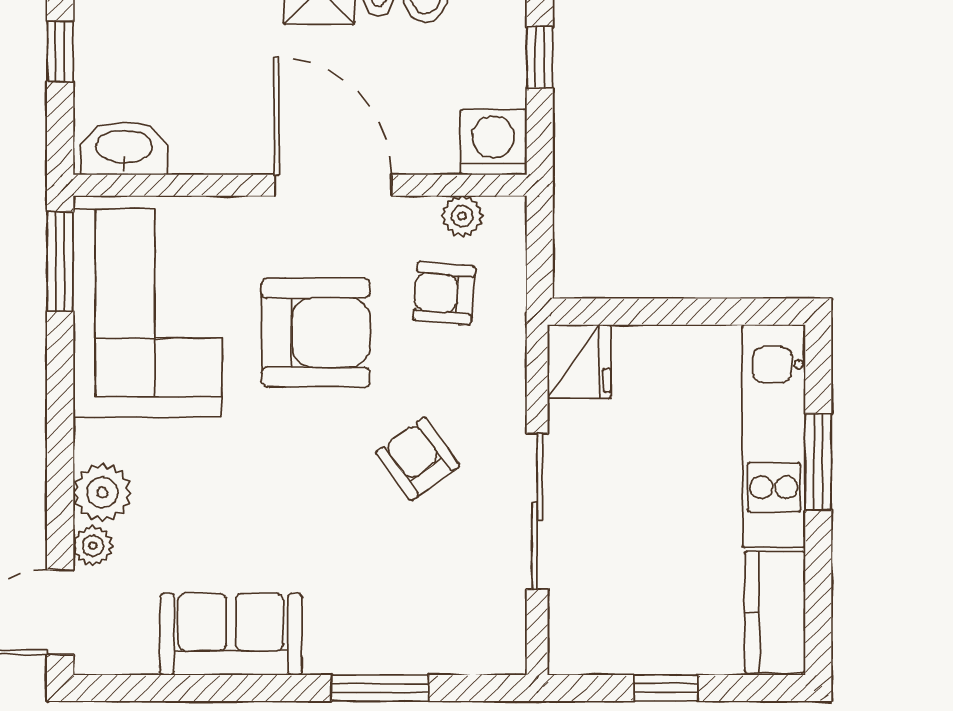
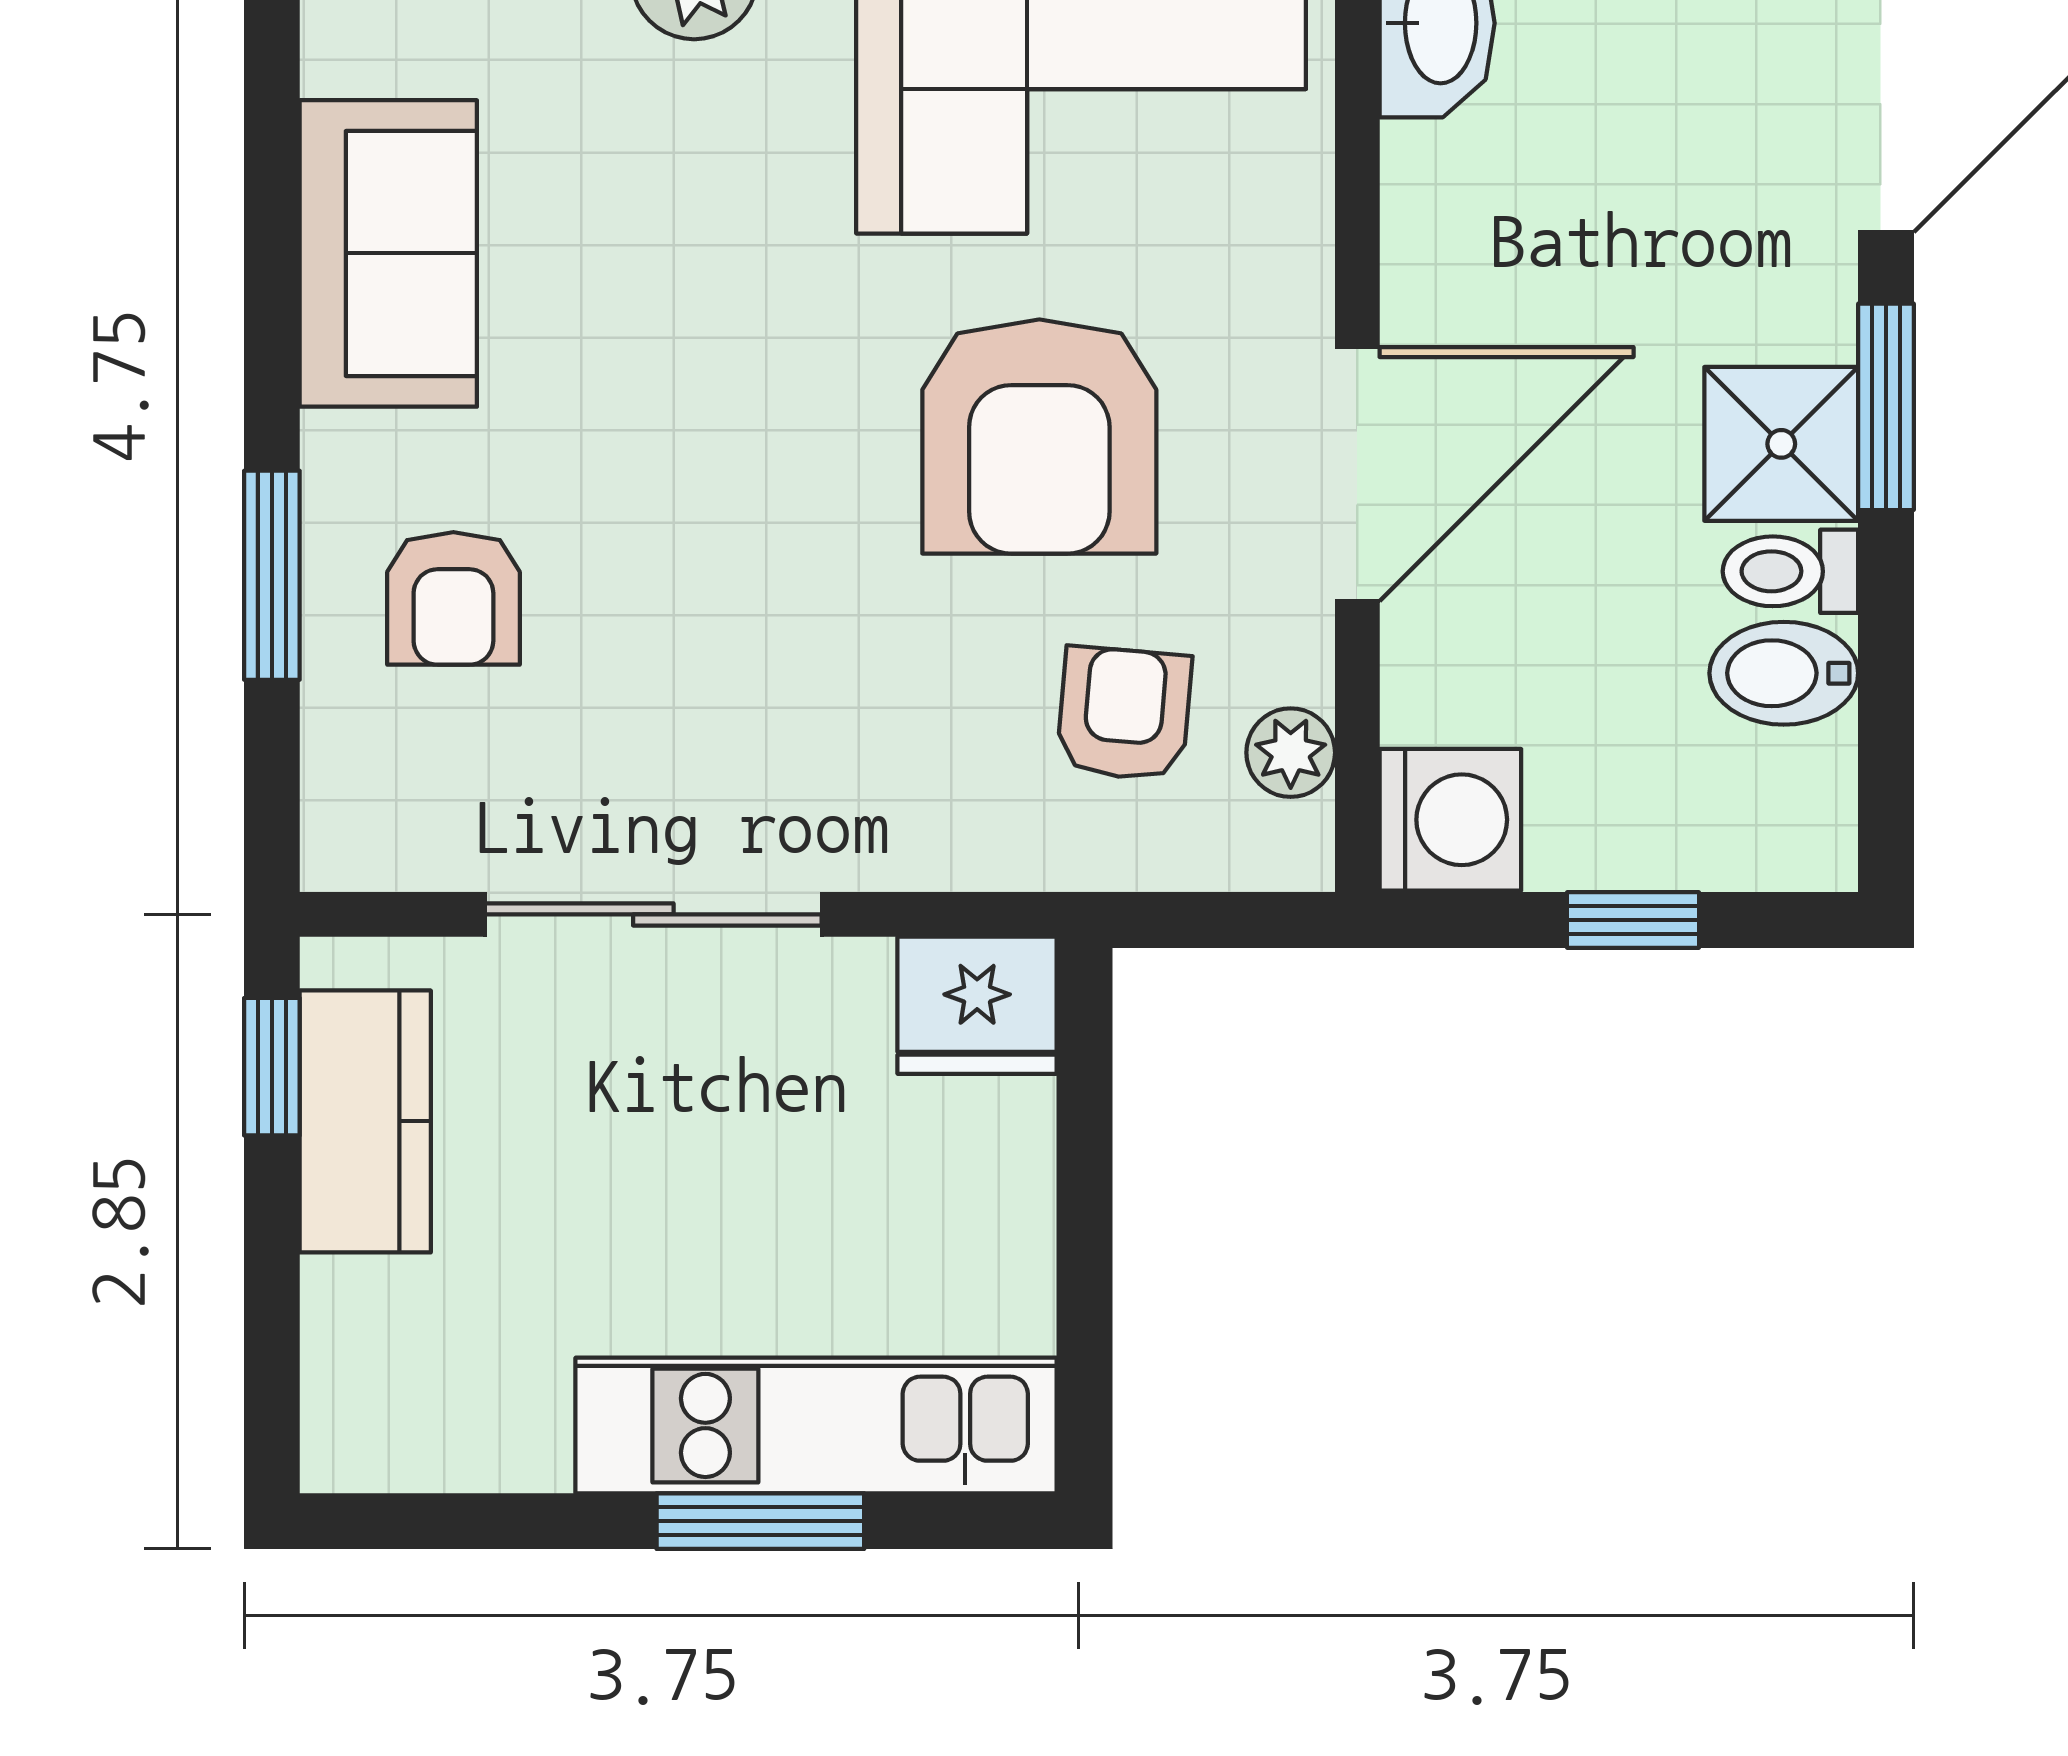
armchair: (418, 459) -> (453, 598), moved, turned 126
kitchen counter: (775, 612) -> (365, 1121), moved, turned 90
window: (666, 688) -> (272, 1067), moved

